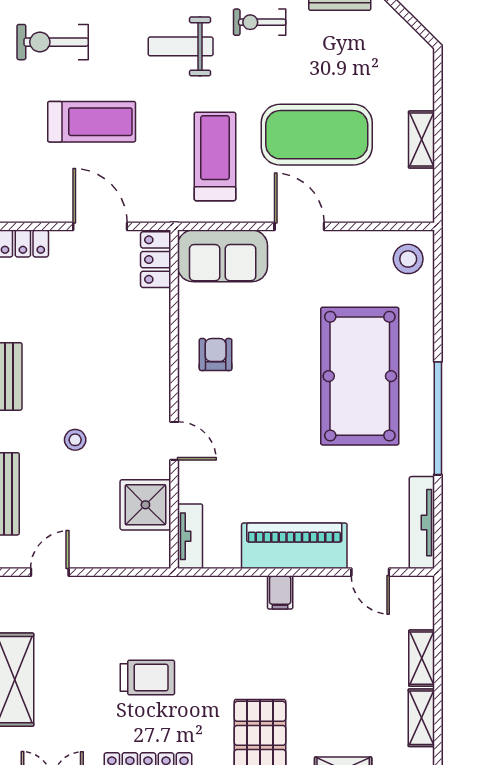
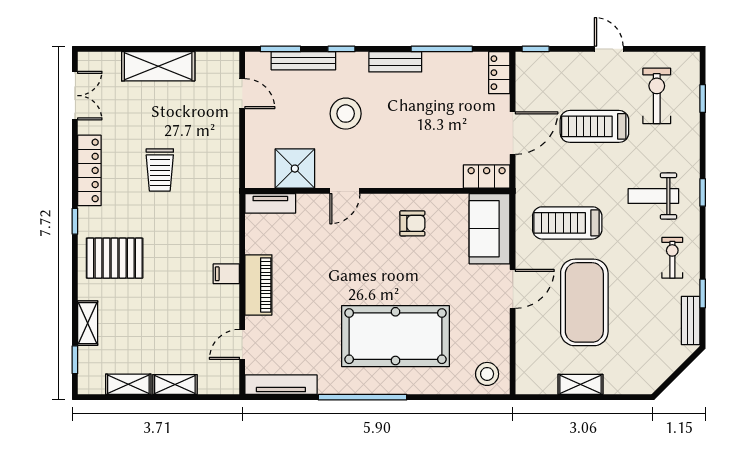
weight bench: (181, 46) -> (653, 196), turned -90
treadmill: (92, 122) -> (594, 126), turned 90
treadmill: (215, 156) -> (567, 223), turned 180
stool: (75, 440) -> (346, 114), width x1.89, depth x1.89
piano: (294, 546) -> (258, 285), width x0.73, depth x0.75

